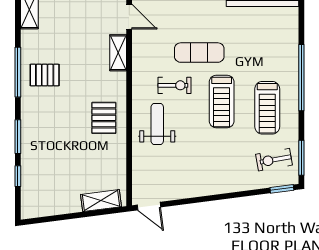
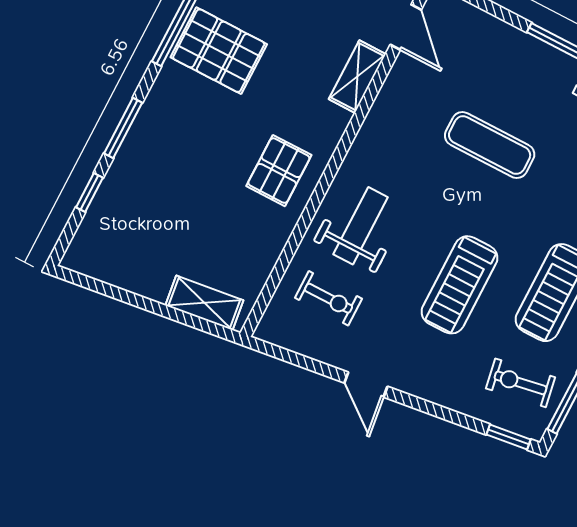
pallet: (45, 75) -> (219, 51), width x1.50, depth x1.42
exercise bike: (174, 85) -> (329, 298), moved
treadmill: (222, 101) -> (459, 285), moved
door: (149, 206) -> (366, 385), moved

